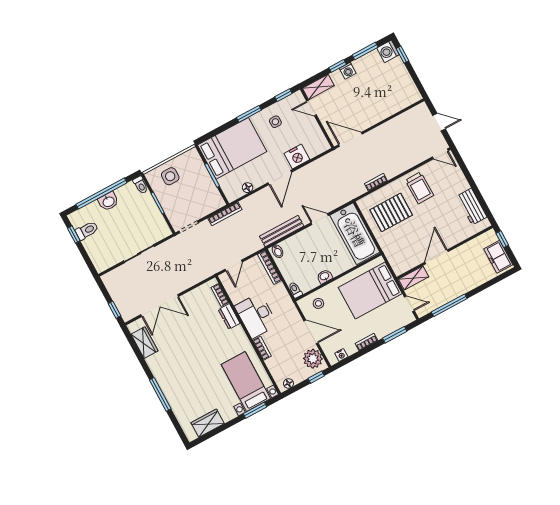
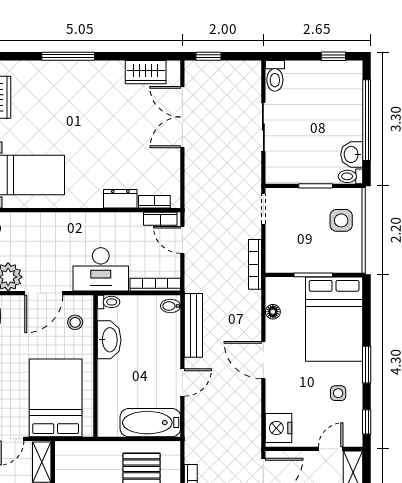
nightstand: (297, 157) -> (279, 428), moved
washbasin: (108, 201) -> (352, 154), moved
toilet: (87, 231) -> (275, 76), moved
bathtub: (355, 234) -> (150, 423), width x0.73, depth x0.73
washbasin: (325, 276) -> (109, 340), width x1.91, depth x1.45
desk: (256, 316) -> (101, 269), moved, turned 180
bookcase: (262, 348) -> (160, 219), moved

